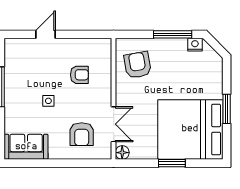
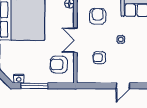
armchair: (138, 65) -> (59, 64), turned 100
double door: (114, 124) -> (75, 40), moved

